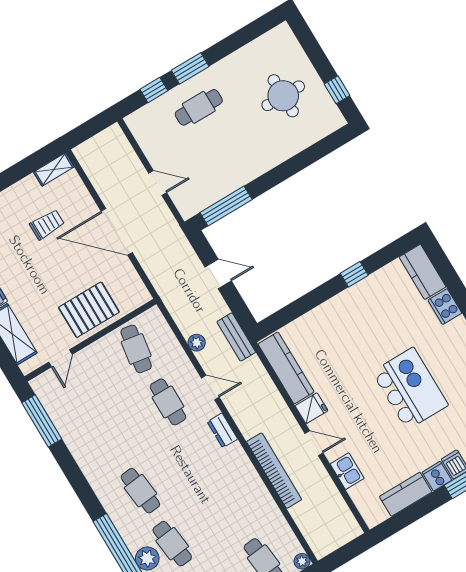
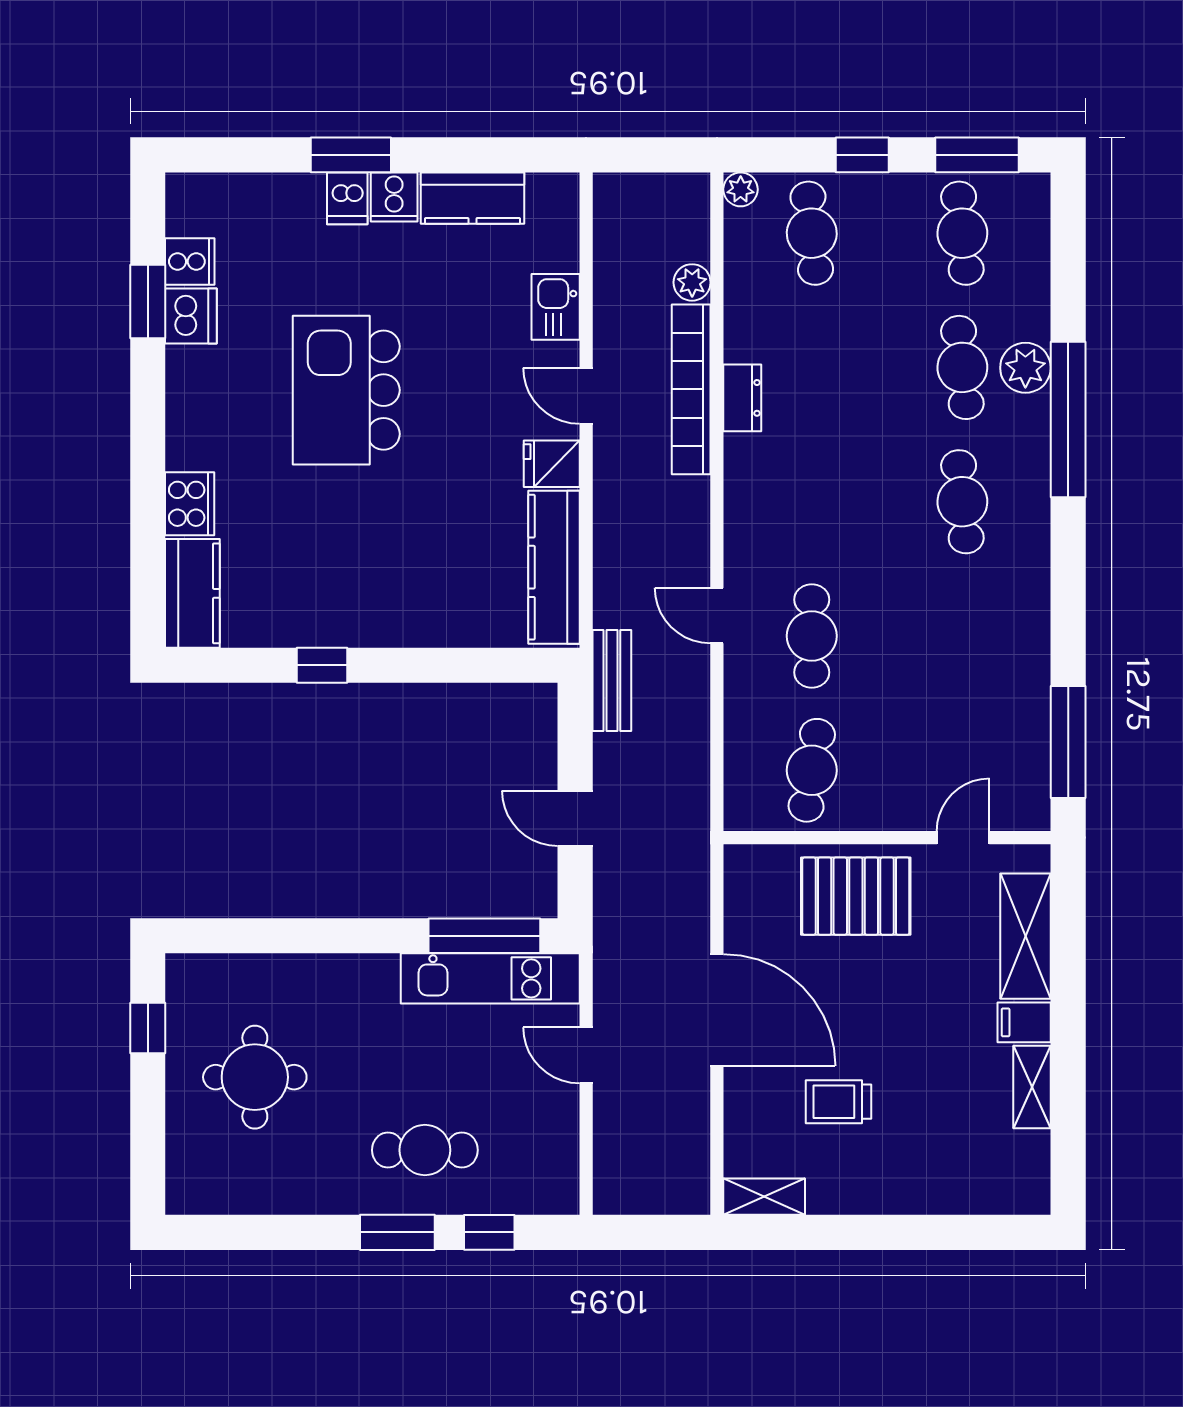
kitchen unit: (214, 191) -> (490, 978), added
plant: (197, 343) -> (692, 282), moved
dresser: (222, 430) -> (742, 398), moved

